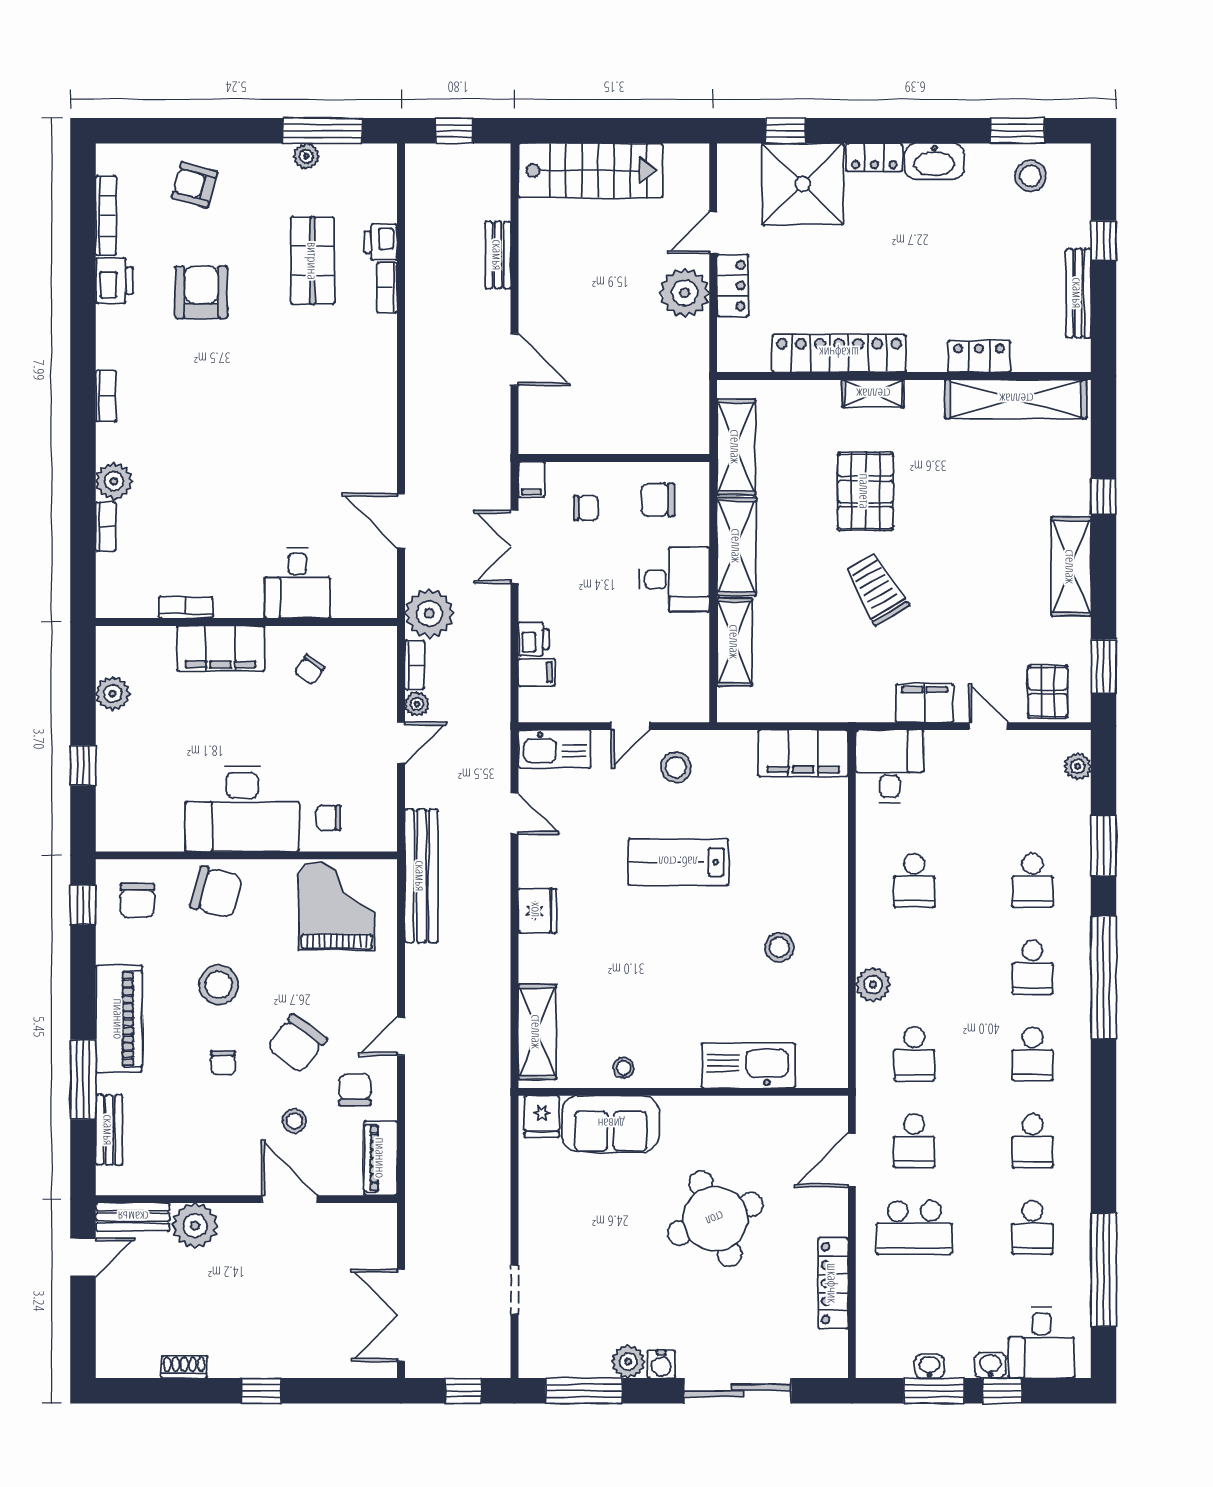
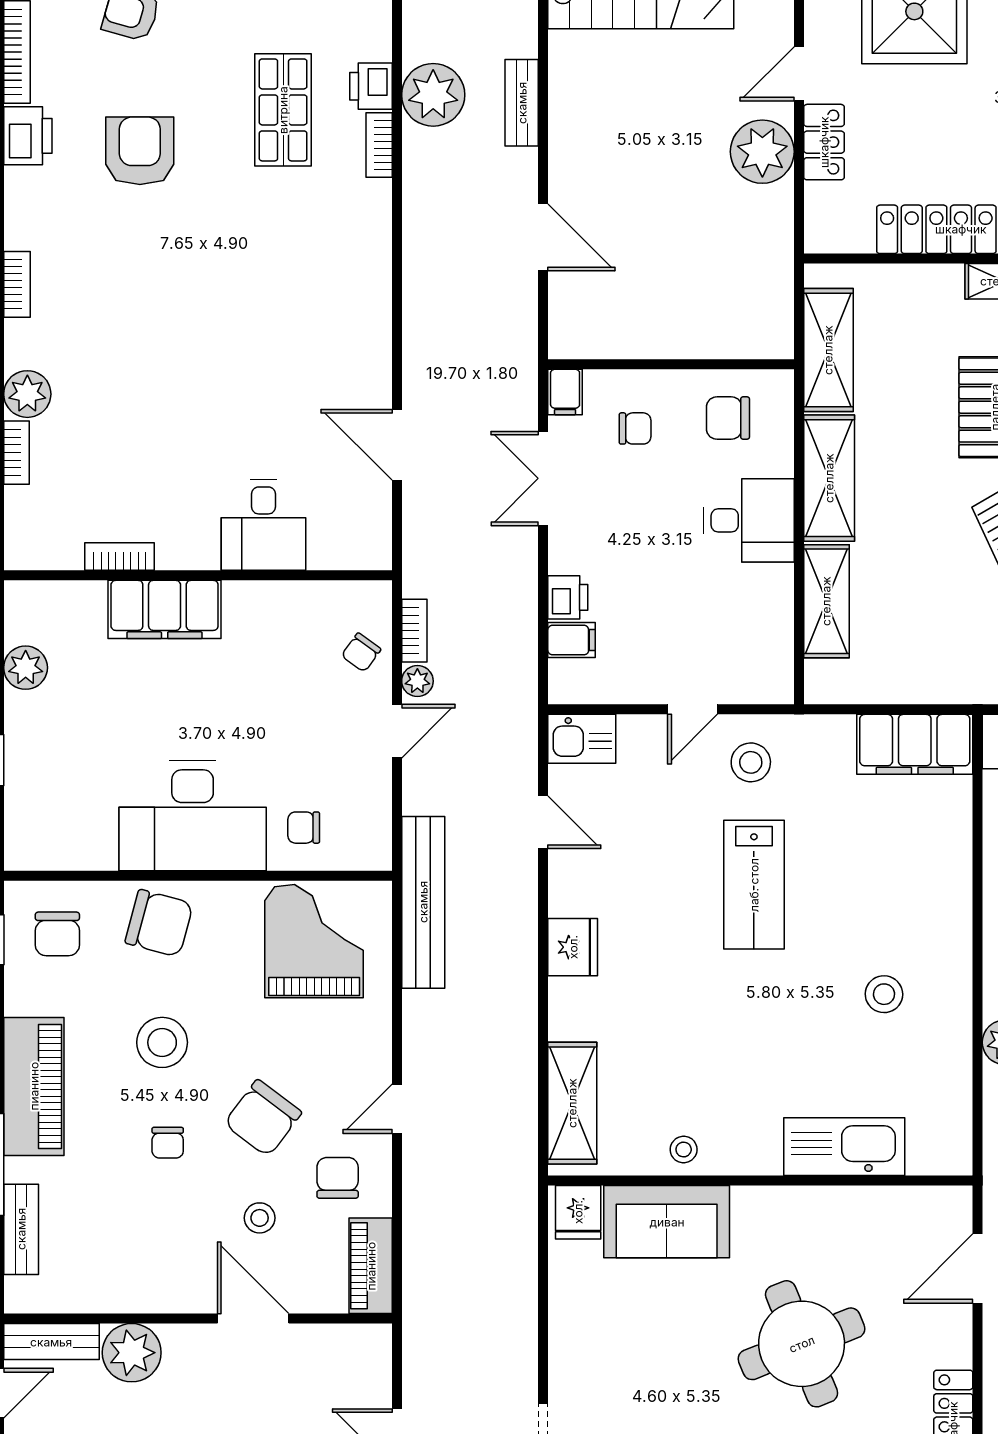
plant: (429, 613) -> (433, 95), moved
chair: (309, 670) -> (361, 652), moved
kitchen sink: (554, 749) -> (582, 739), width x0.73
lab bench: (678, 862) -> (754, 885), turned -90

